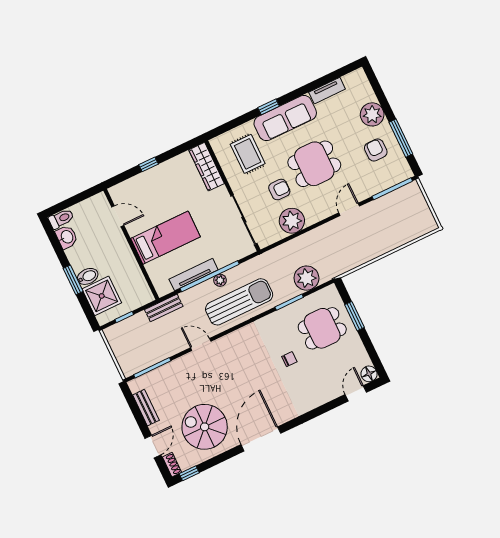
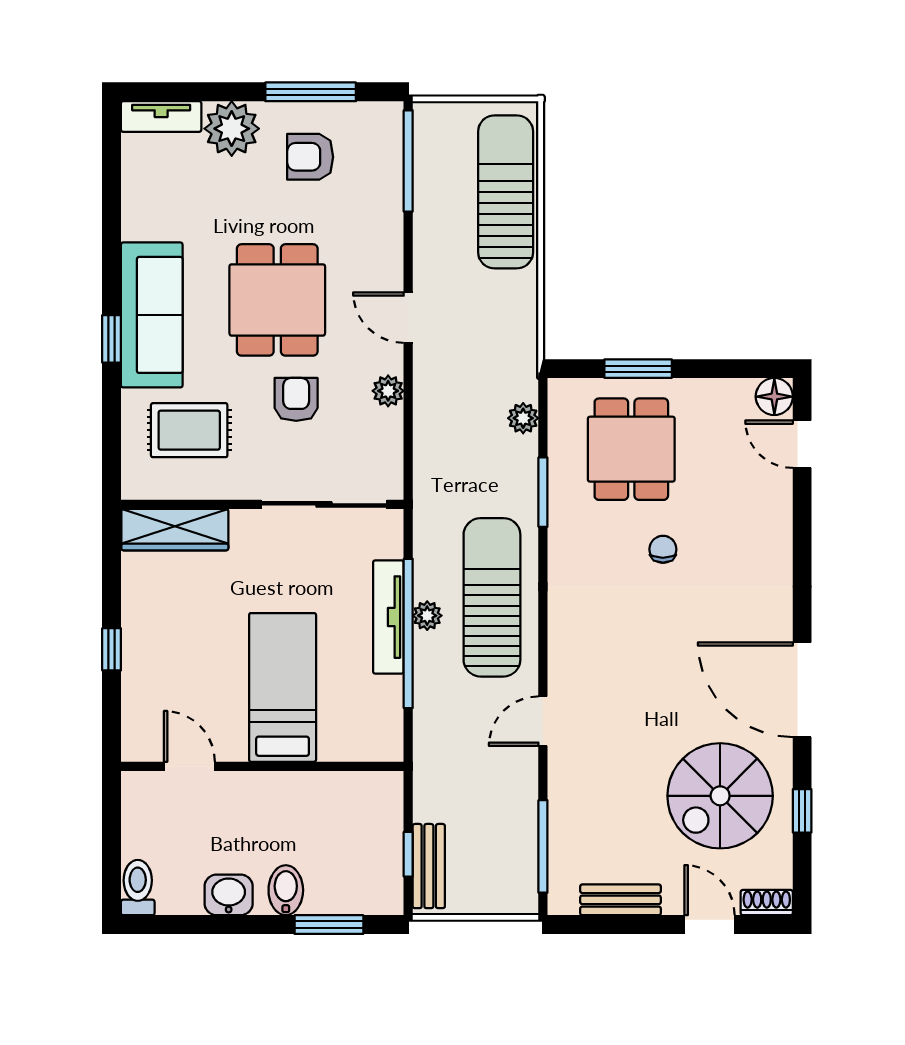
tv unit: (327, 91) -> (161, 116), moved, turned 90
door: (349, 209) -> (408, 318), moved
door: (118, 216) -> (189, 766), hinge flipped
plant: (292, 221) -> (388, 391), width x0.53, depth x0.53
sun lounger: (398, 232) -> (506, 192), added
washbasin: (67, 237) -> (229, 895), moved
tv unit: (194, 274) -> (388, 617), moved
plant: (306, 278) -> (523, 418), width x0.53, depth x0.53
window: (73, 280) -> (329, 925), moved
shower: (102, 296) -> (341, 880), removed
bench: (164, 308) -> (429, 866), moved
window: (189, 473) -> (802, 811), moved

